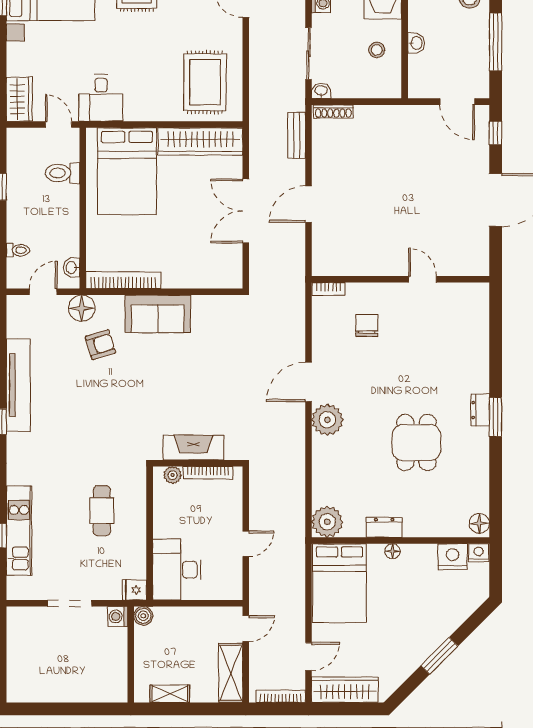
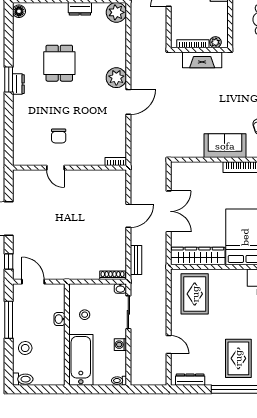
chair: (367, 326) -> (59, 136), moved

